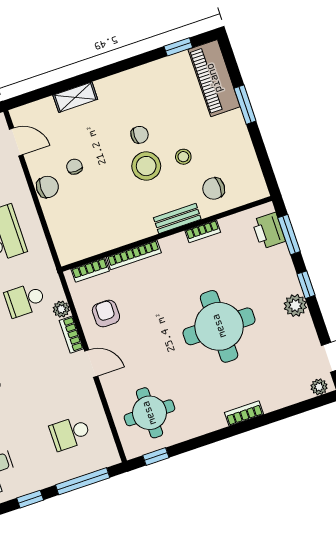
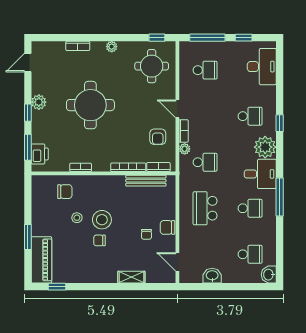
bench: (177, 219) -> (146, 181), moved, width x1.36
plant: (319, 387) -> (112, 47), moved
bookcase: (244, 413) -> (78, 46), moved

